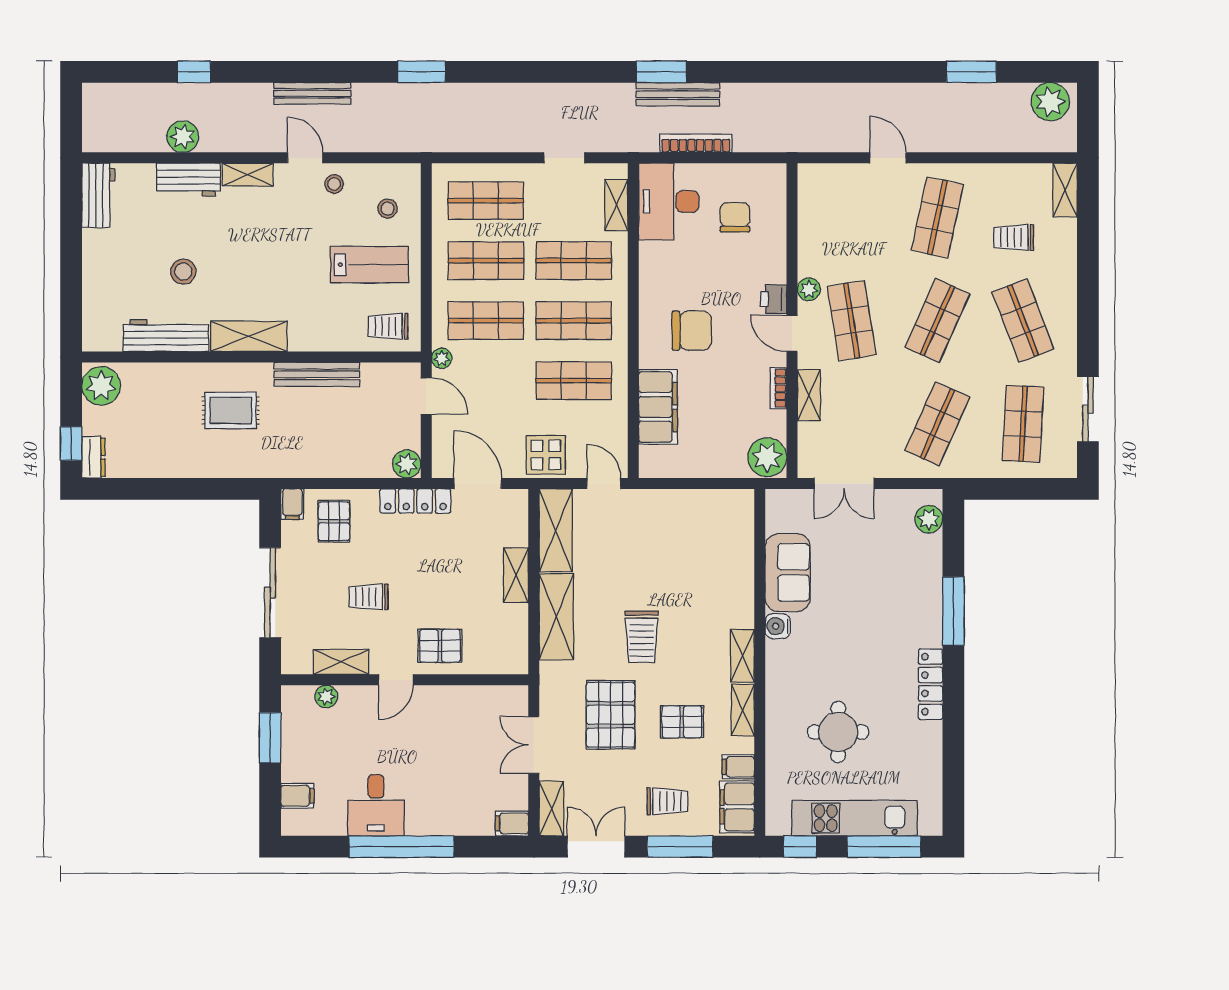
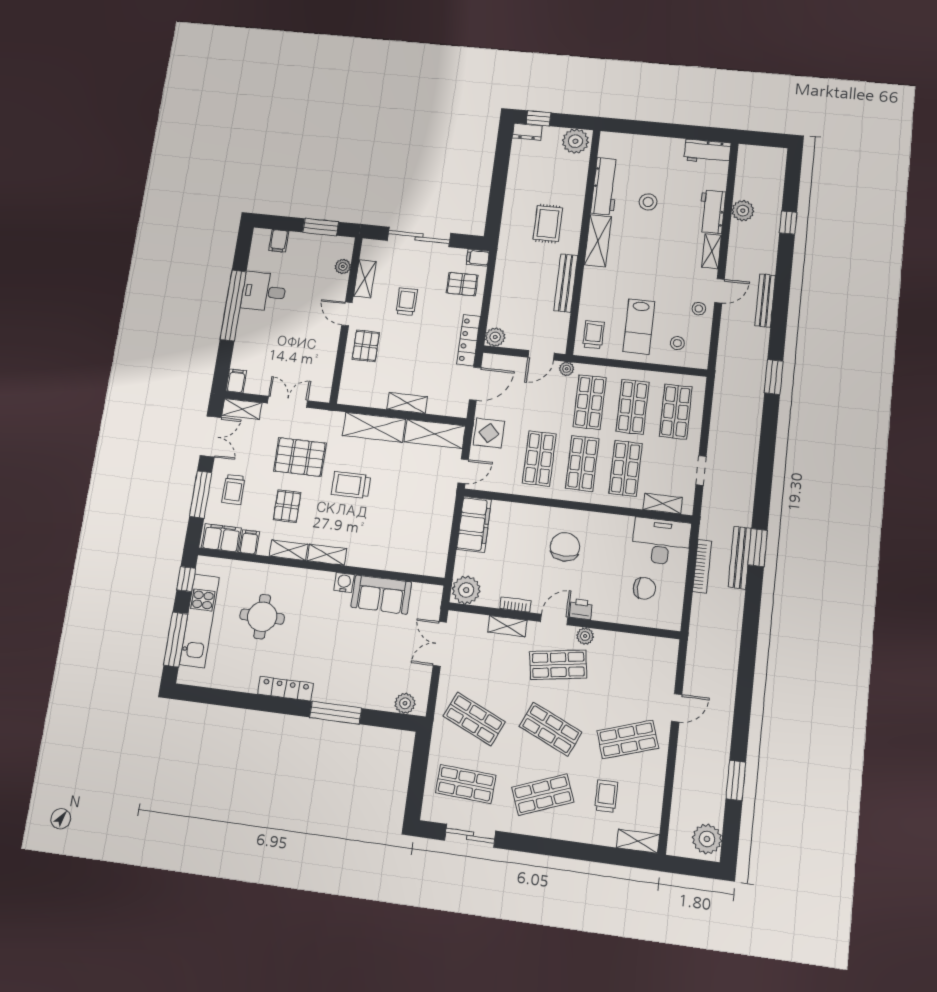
shop shelf: (937, 217) -> (628, 739), turned -30
chair: (692, 331) -> (565, 547), turned 180
filing cabinet: (658, 407) -> (474, 524), moved, turned -90

